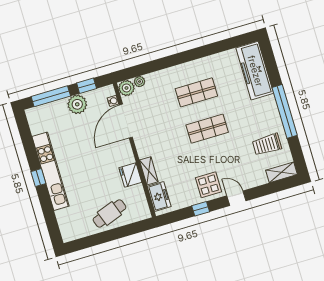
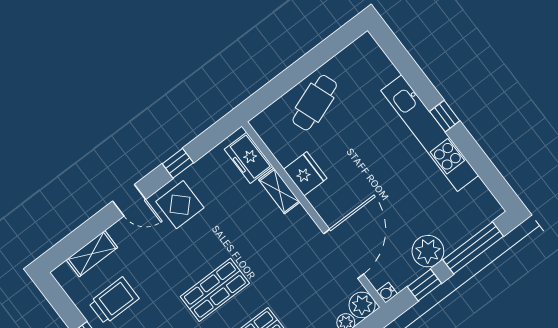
water cooler: (113, 101) -> (387, 293), moved
shelving: (282, 172) -> (92, 254), moved

